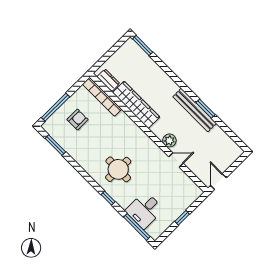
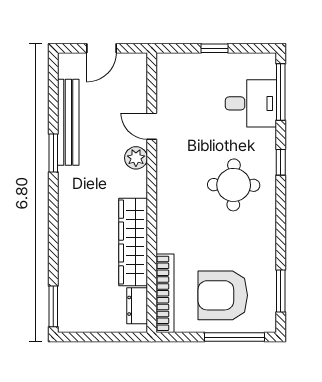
bench: (195, 110) -> (68, 122), moved
armchair: (77, 120) -> (223, 295), width x1.88, depth x1.88
door: (218, 182) -> (102, 48), moved

